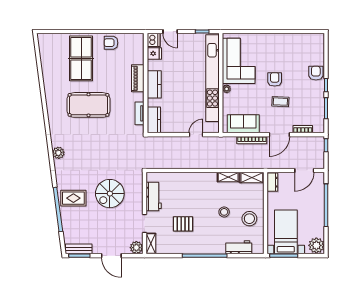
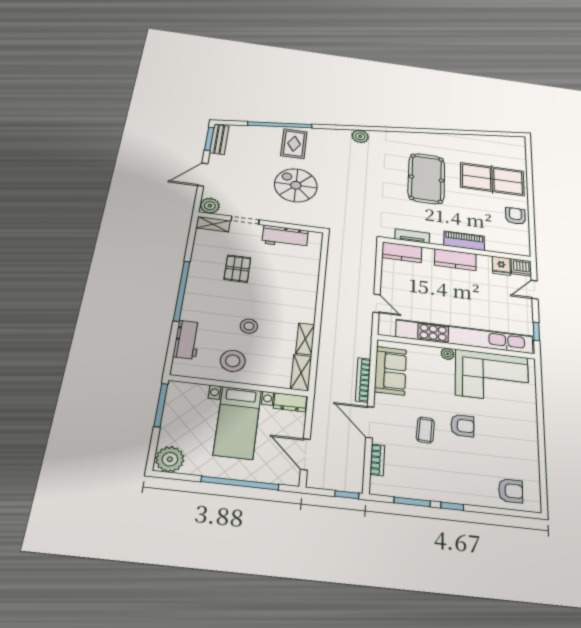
armchair: (316, 73) -> (511, 491), moved
bed with nightstands: (286, 232) -> (237, 422), moved, turned 90

